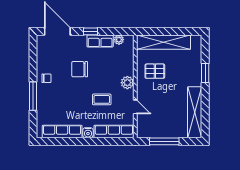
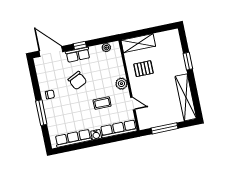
row of seats: (100, 41) -> (78, 55), moved
shelving: (163, 42) -> (138, 43), width x0.68
chair: (80, 69) -> (77, 81), turned -116

